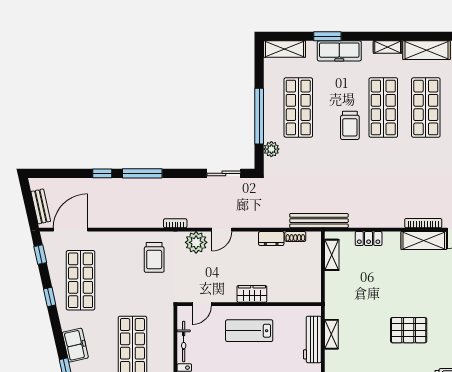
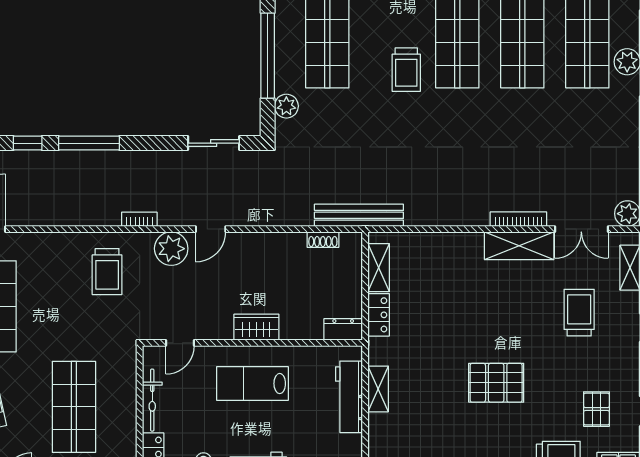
locker: (369, 238) -> (379, 315), moved, turned -90
dresser: (271, 239) -> (343, 329), moved, turned 180

